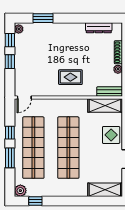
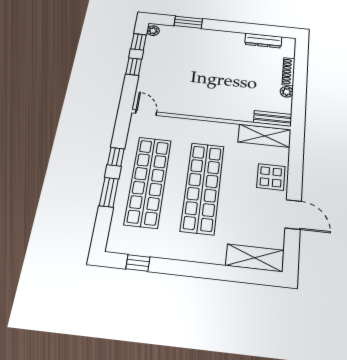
rug: (70, 77) -> (217, 94), removed
door: (24, 97) -> (146, 113), swing flipped
plant: (20, 191) -> (116, 244), removed

